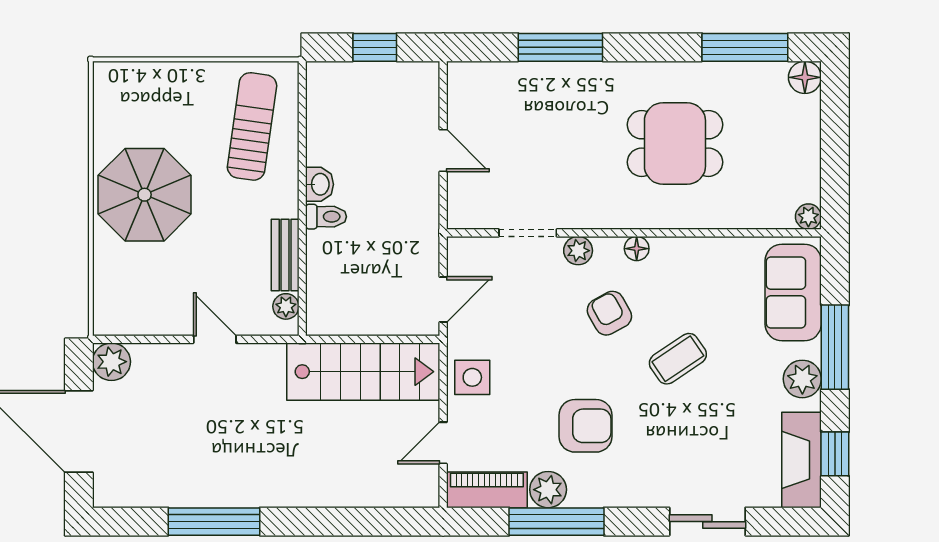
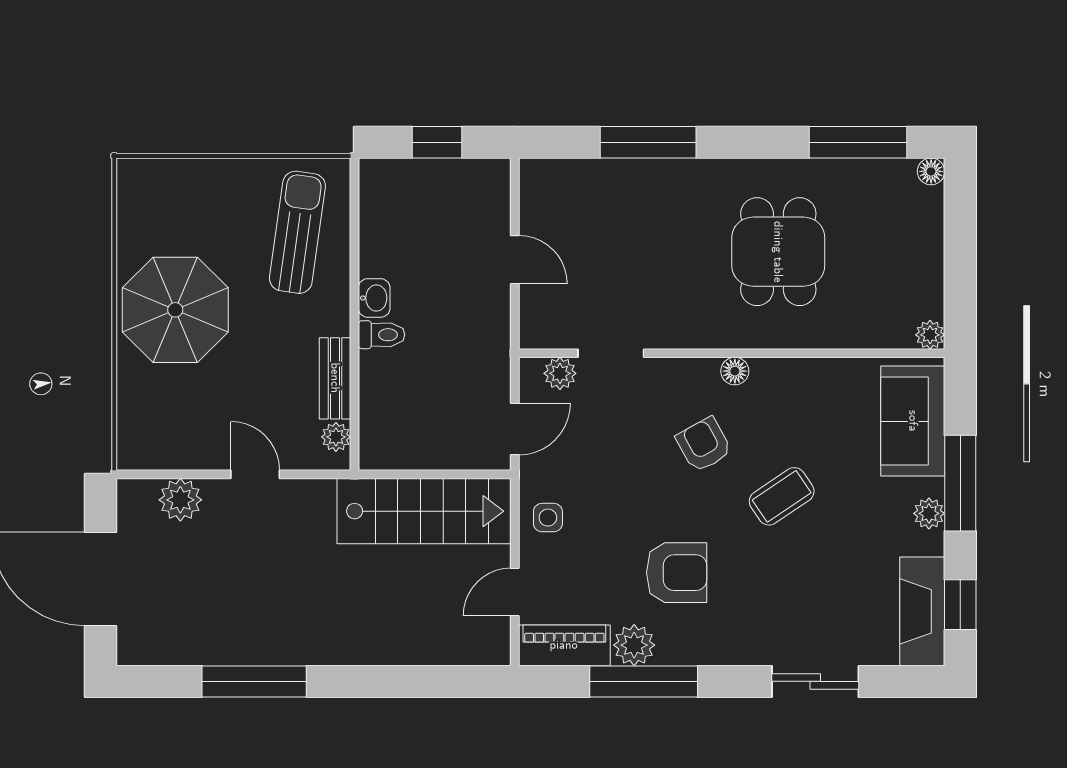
floor lamp: (805, 77) -> (931, 171), width x0.73, depth x0.73
dining table: (675, 143) -> (778, 252), turned 90
plant: (578, 251) -> (560, 373), moved
plant: (111, 362) -> (180, 500), moved
side table: (472, 377) -> (548, 518), width x0.73, depth x0.73
plant: (802, 379) -> (929, 513), width x0.73, depth x0.73

